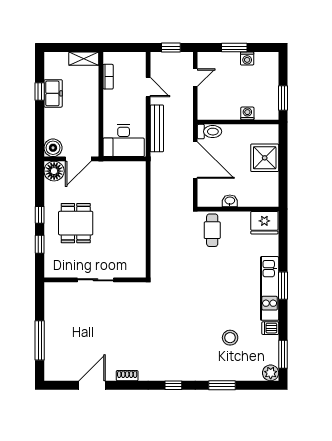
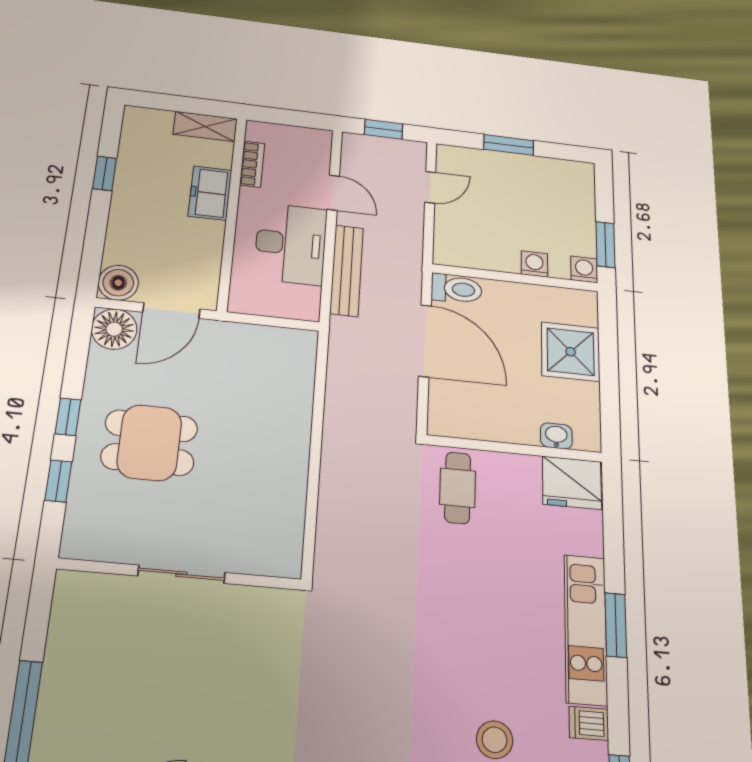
washing machine: (247, 59) -> (584, 269), moved, turned 180
freezer: (53, 93) -> (210, 193), moved, turned 180
desk: (124, 141) -> (291, 244), moved, turned -90
washbasin: (230, 201) -> (556, 436), moved
dining table: (76, 223) -> (149, 443), turned 90

